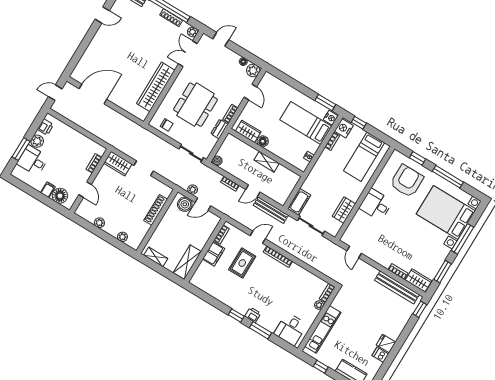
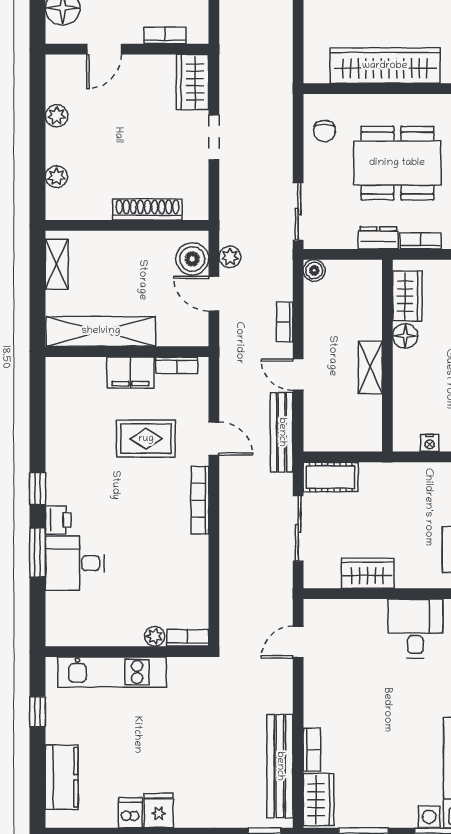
shelving: (187, 262) -> (101, 331), width x1.47
desk: (290, 329) -> (75, 563), moved

